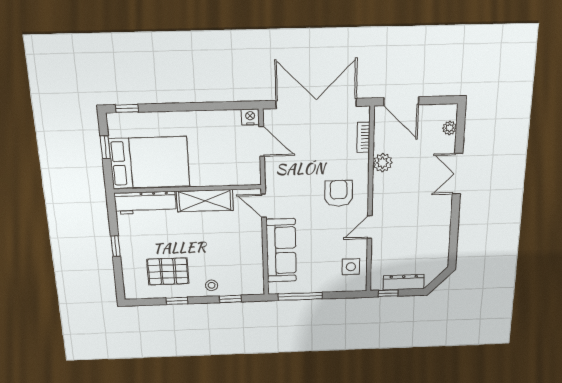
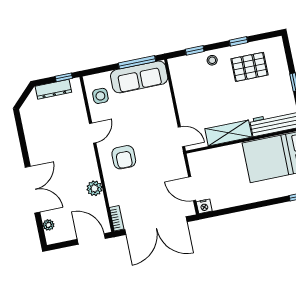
bookcase: (363, 137) -> (117, 218), moved
double door: (458, 174) -> (33, 190), width x1.37
sofa: (281, 251) -> (139, 77), moved, turned -90

